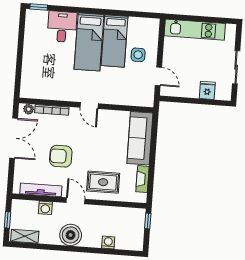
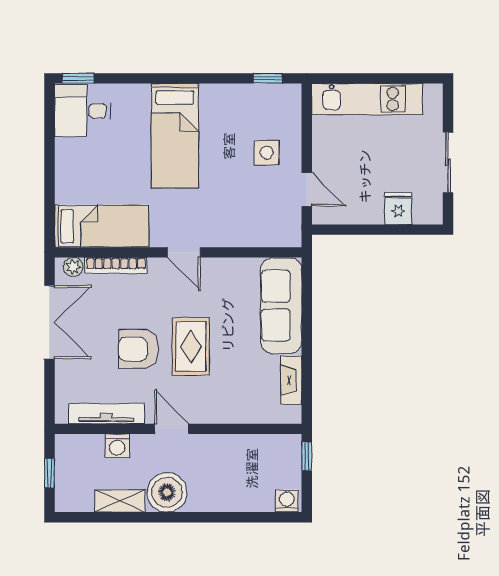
window: (142, 14) -> (268, 78), added
desk: (62, 27) -> (82, 111), moved, turned -90
bed: (115, 41) -> (102, 226), moved, turned -90
rug: (103, 182) -> (191, 346), moved, turned 90
shelving: (25, 236) -> (120, 501), moved
washing machine: (108, 242) -> (287, 501), moved

